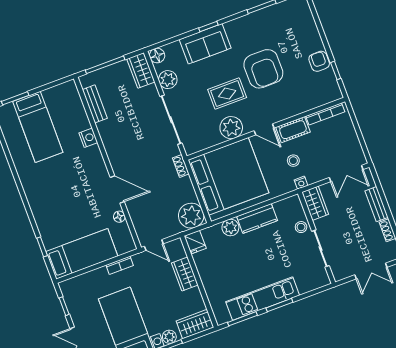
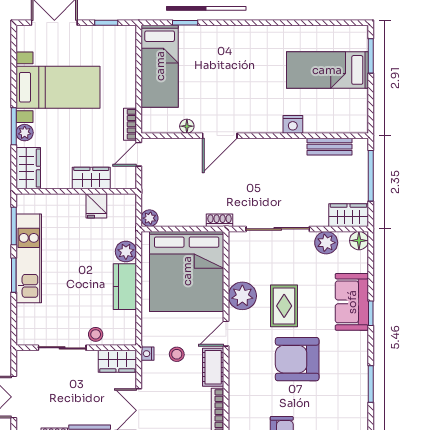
plant: (191, 216) -> (149, 218), width x0.53, depth x0.53
fridge: (195, 242) -> (96, 206), moved, turned -90
bookcase: (120, 265) -> (130, 124), moved

